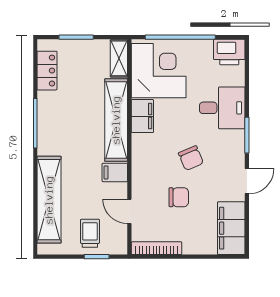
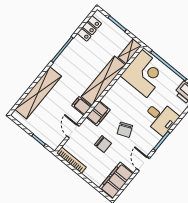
filing cabinet: (142, 116) -> (98, 113), moved
door: (247, 181) -> (143, 164), swing flipped
trolley: (90, 233) -> (45, 126), removed

